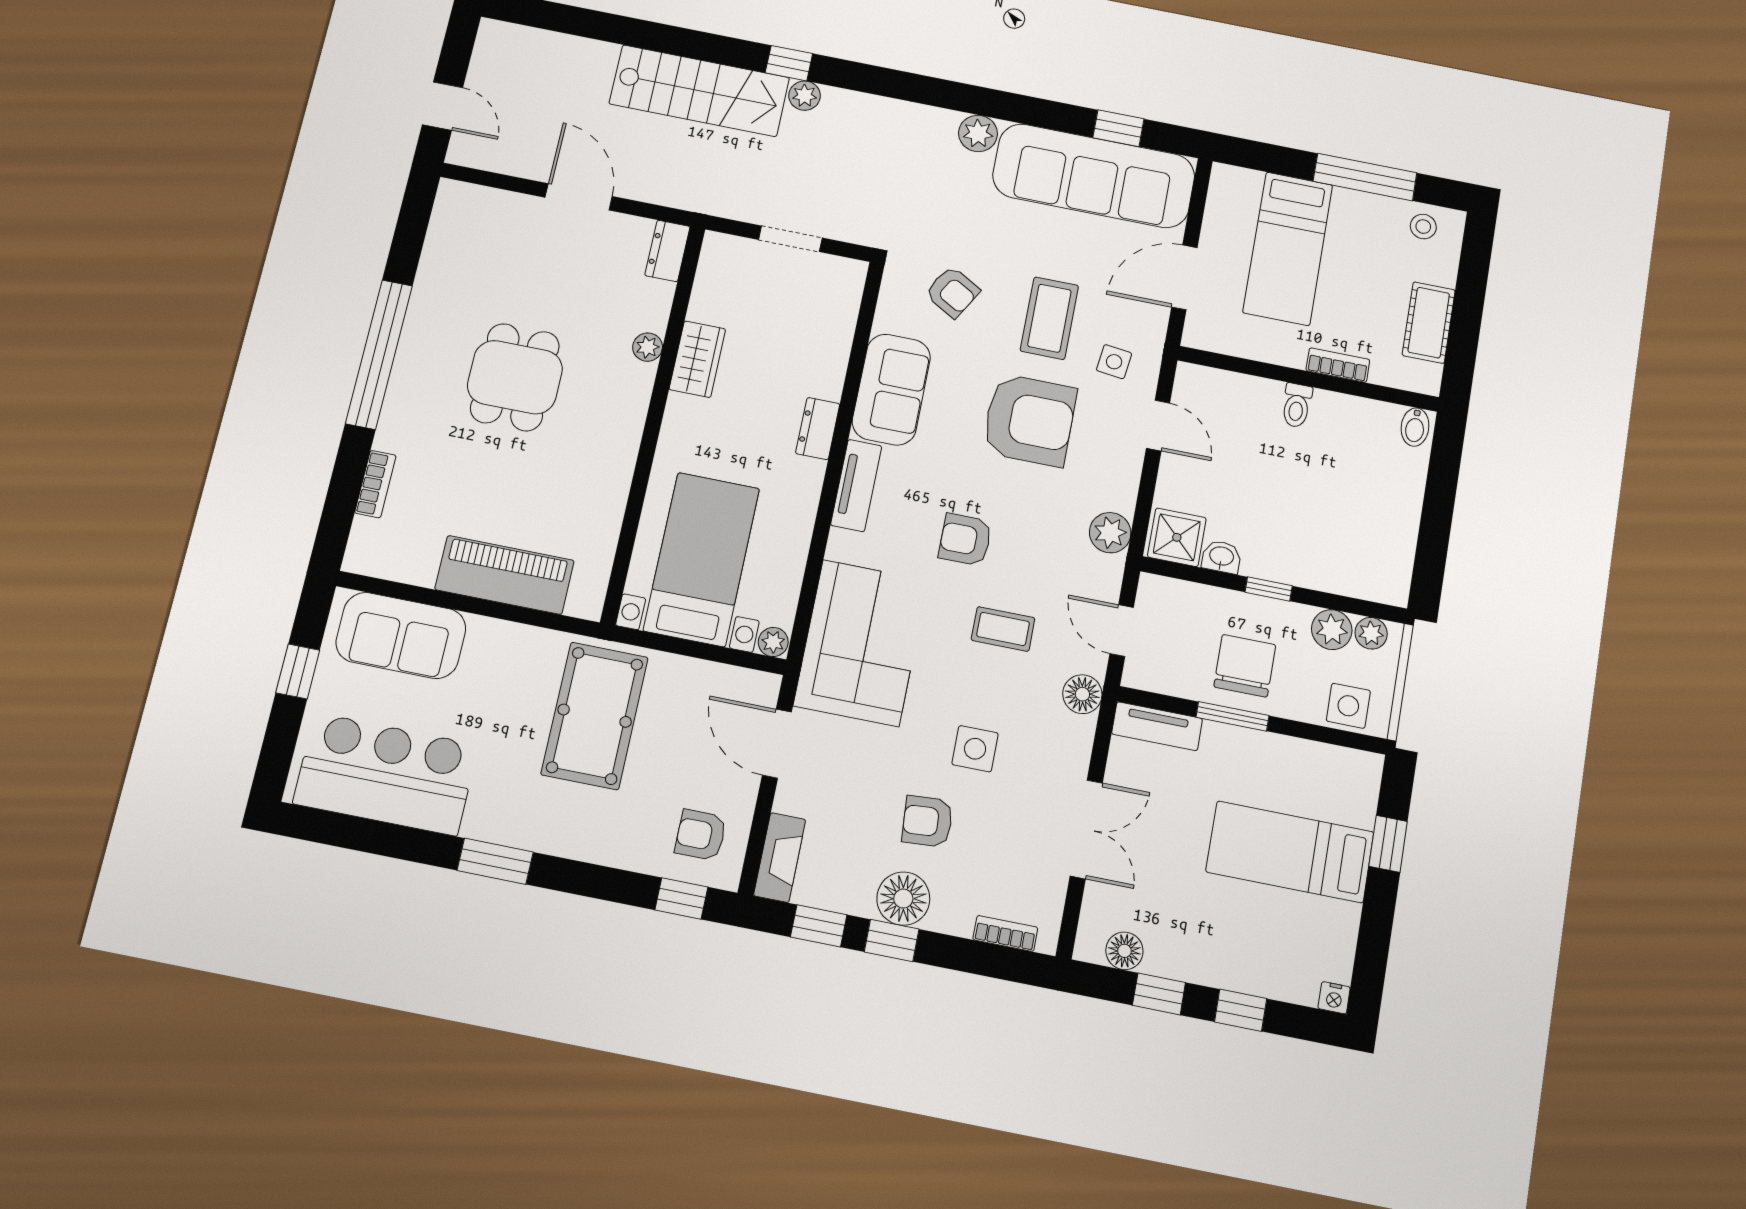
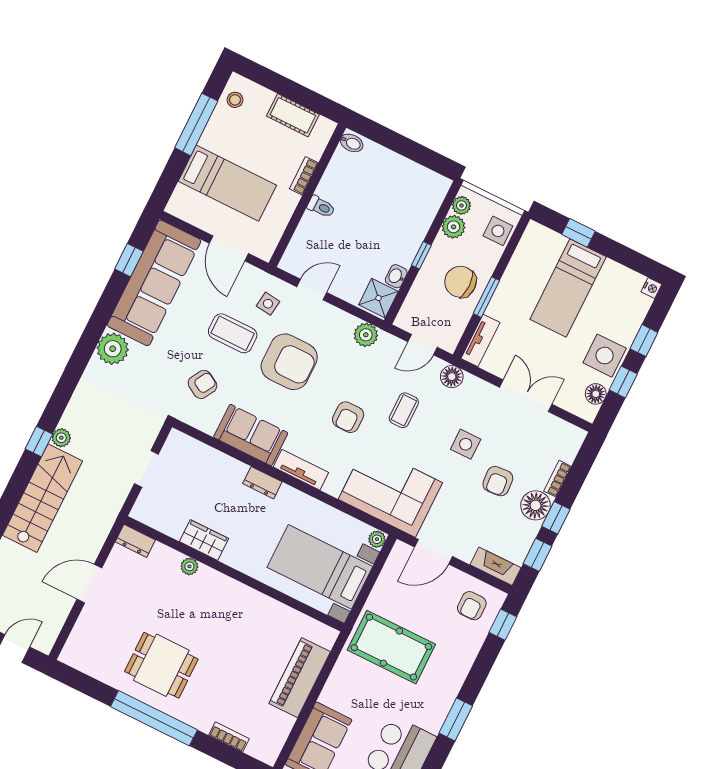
plant: (978, 133) -> (113, 349), width x1.36, depth x1.36
dining table: (515, 377) -> (161, 665), moved
armchair: (1029, 420) -> (289, 362), turned 90
bookcase: (1005, 933) -> (558, 479), moved
side table: (1195, 948) -> (605, 356), added

